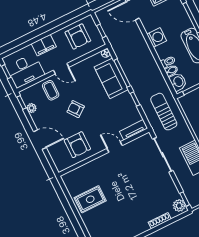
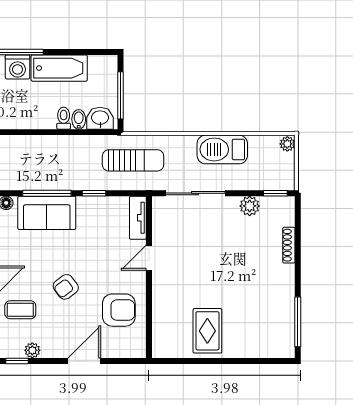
washing machine: (157, 37) -> (18, 67), moved, turned 180
sun lounger: (164, 112) -> (133, 160), turned 180
plant: (179, 206) -> (250, 206), moved

